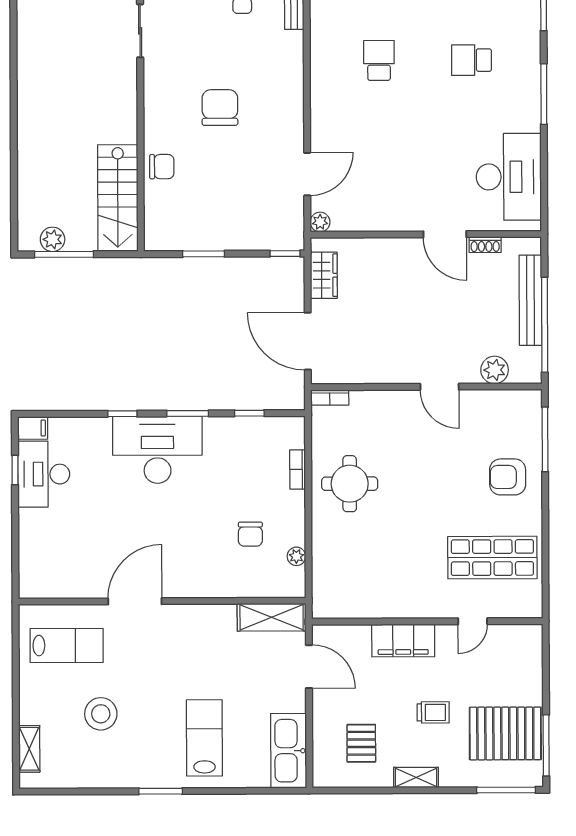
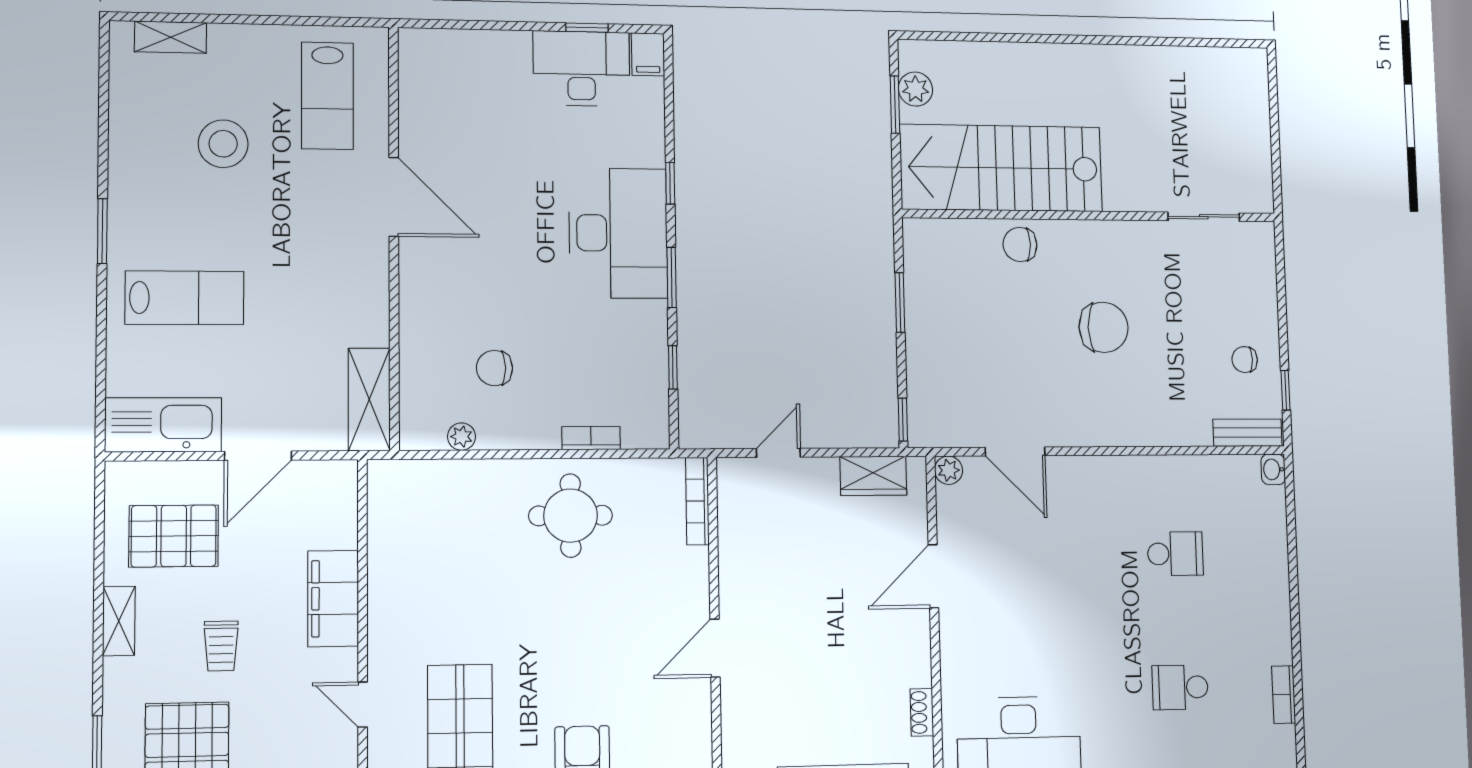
school desk: (471, 60) -> (1180, 687), turned -90
chair: (162, 167) -> (1020, 244), turned 90
stairs: (118, 198) -> (1001, 168), width x1.36, depth x1.51
door: (445, 234) -> (933, 576), moved
window: (64, 254) -> (895, 105), width x0.69
door: (308, 341) -> (778, 453), width x0.53
plant: (495, 370) -> (741, 730), removed
bookcase: (330, 398) -> (697, 501), width x1.56
door: (309, 667) -> (258, 456), moved
pallet: (361, 743) -> (174, 536), width x1.50, depth x1.42

